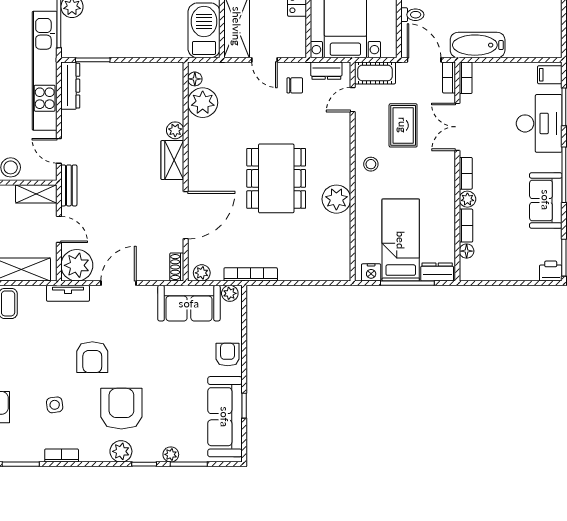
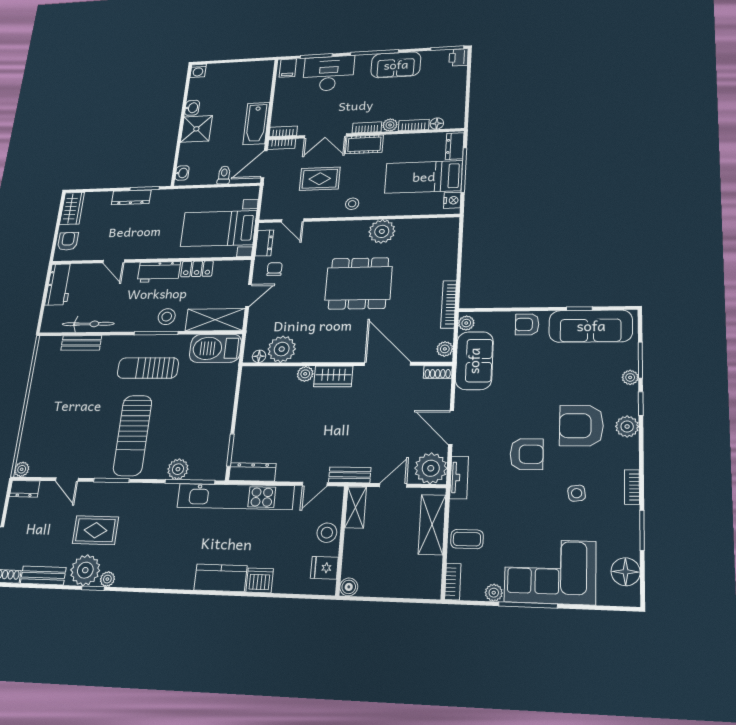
cot: (375, 73) -> (364, 144), moved, turned 90

